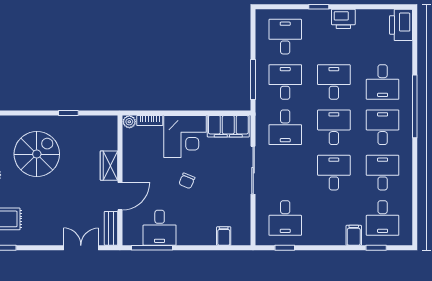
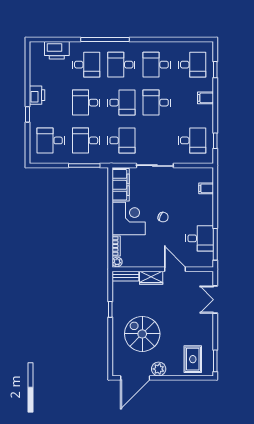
printer: (401, 25) -> (57, 50), moved
desk: (334, 127) -> (121, 103), turned 180
bench: (111, 228) -> (125, 276), moved
filing cabinet: (354, 235) -> (206, 98), moved

